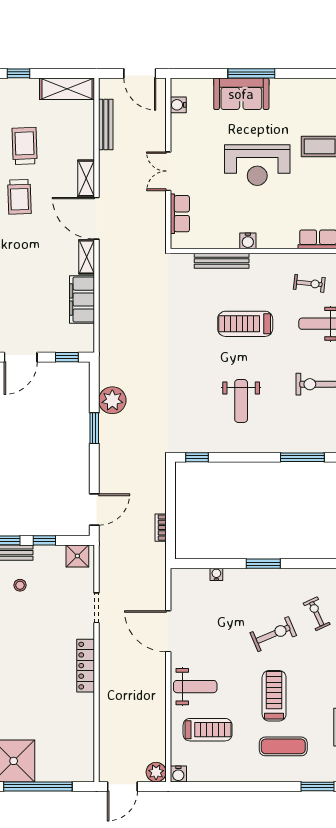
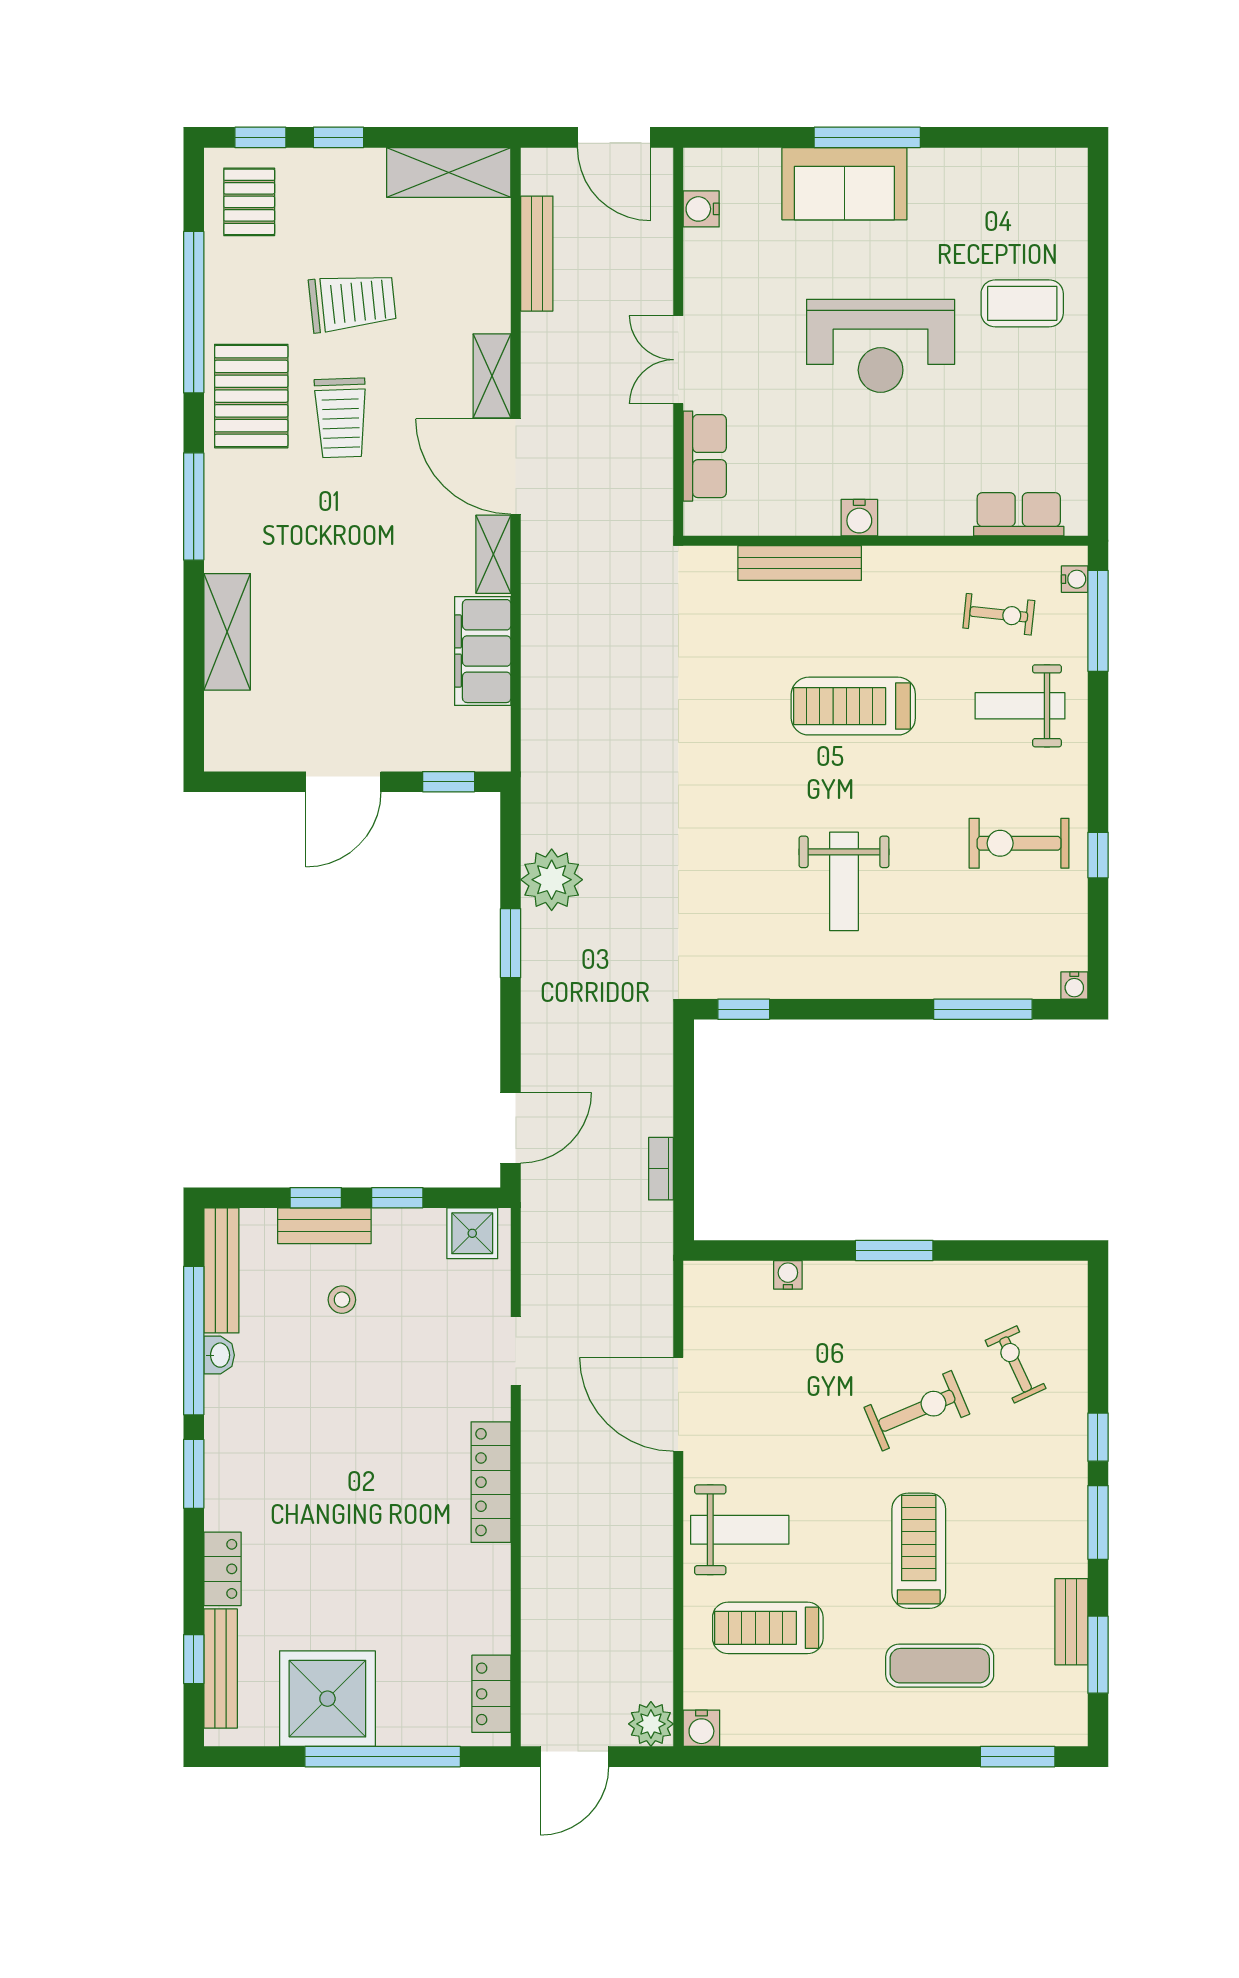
trolley: (25, 146) -> (352, 302), turned 86
treadmill: (208, 730) -> (768, 1628), turned 180
locker: (86, 759) -> (491, 1694), added

